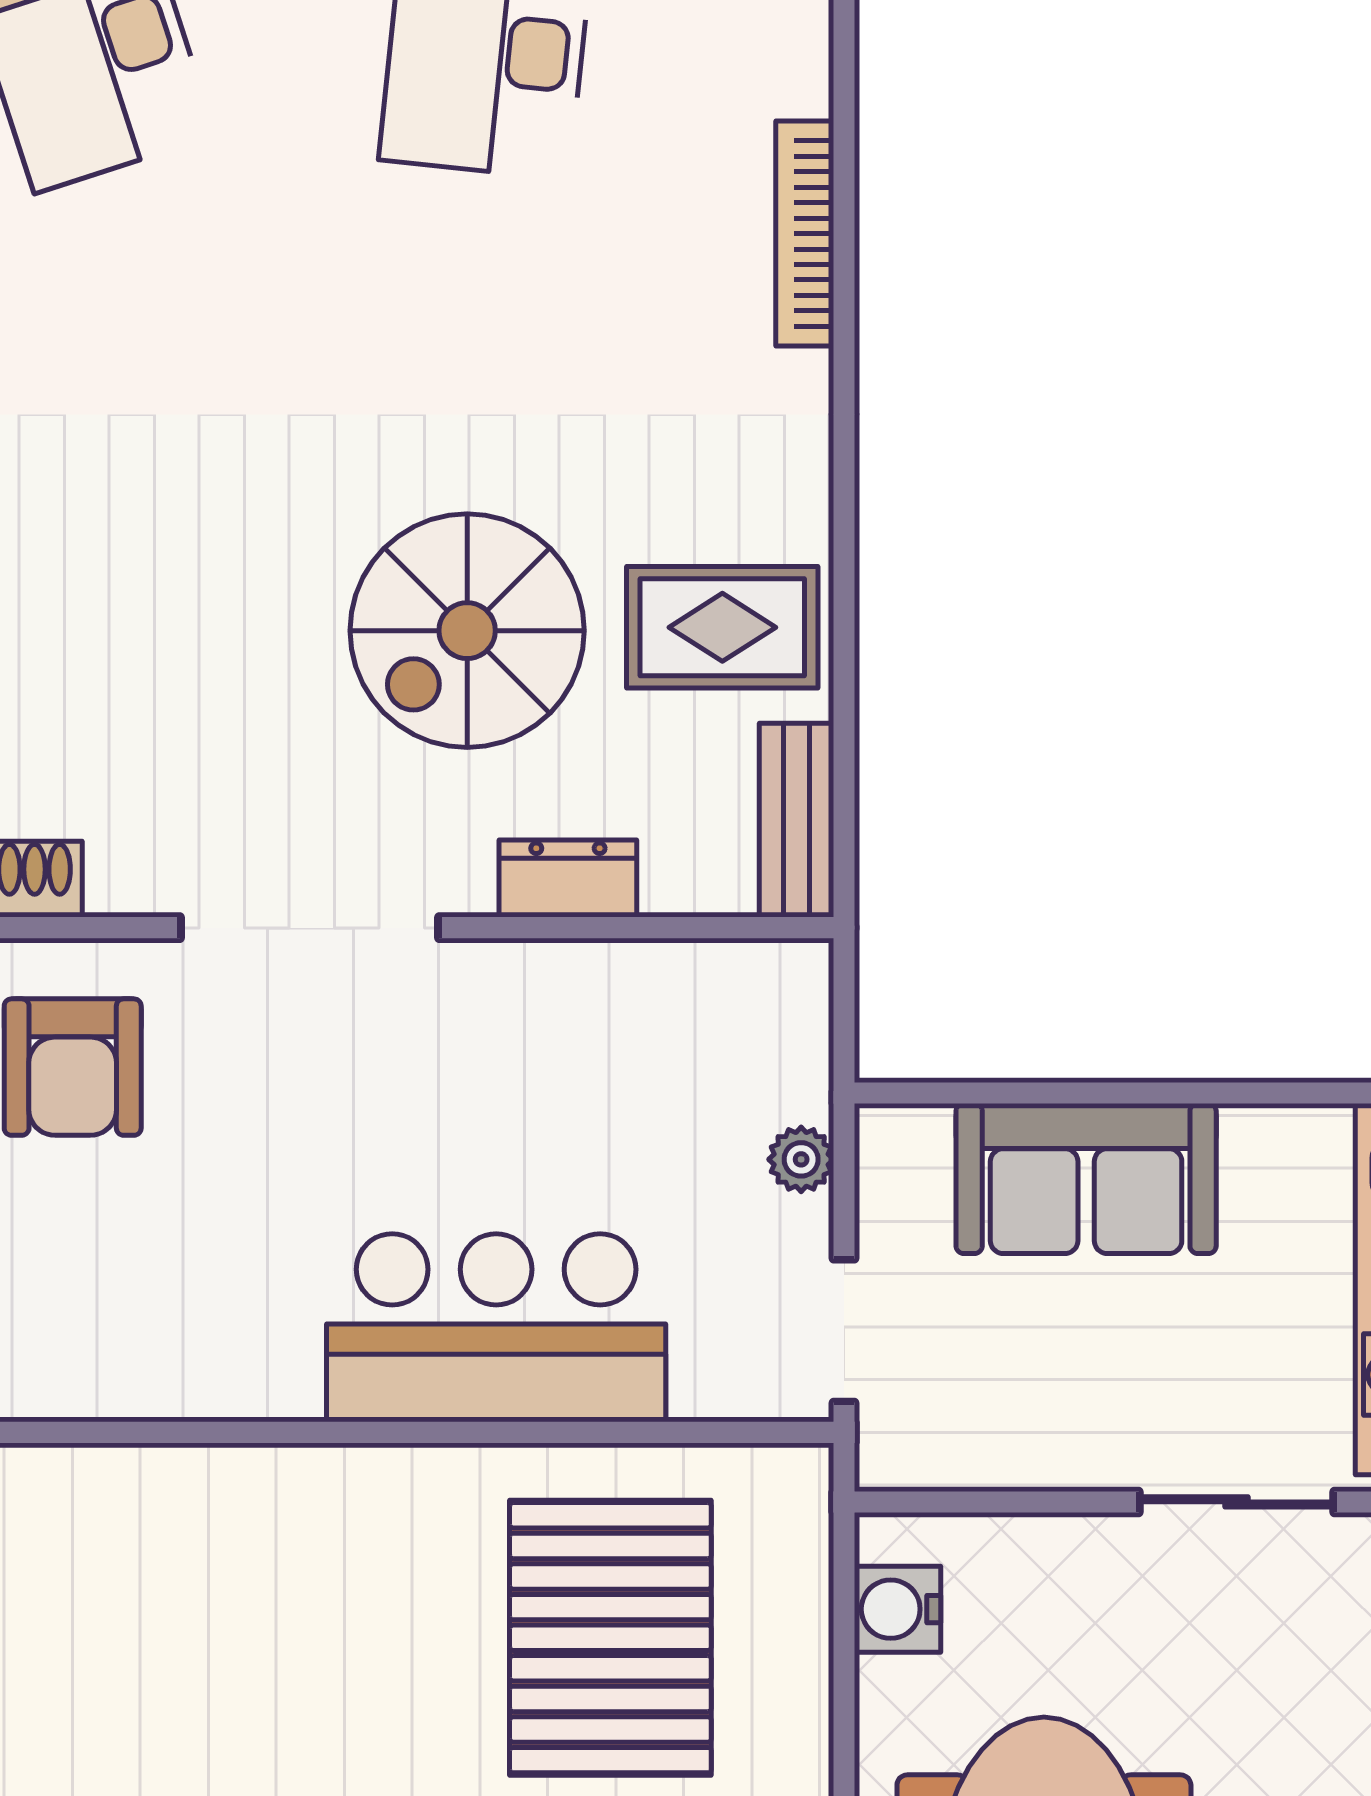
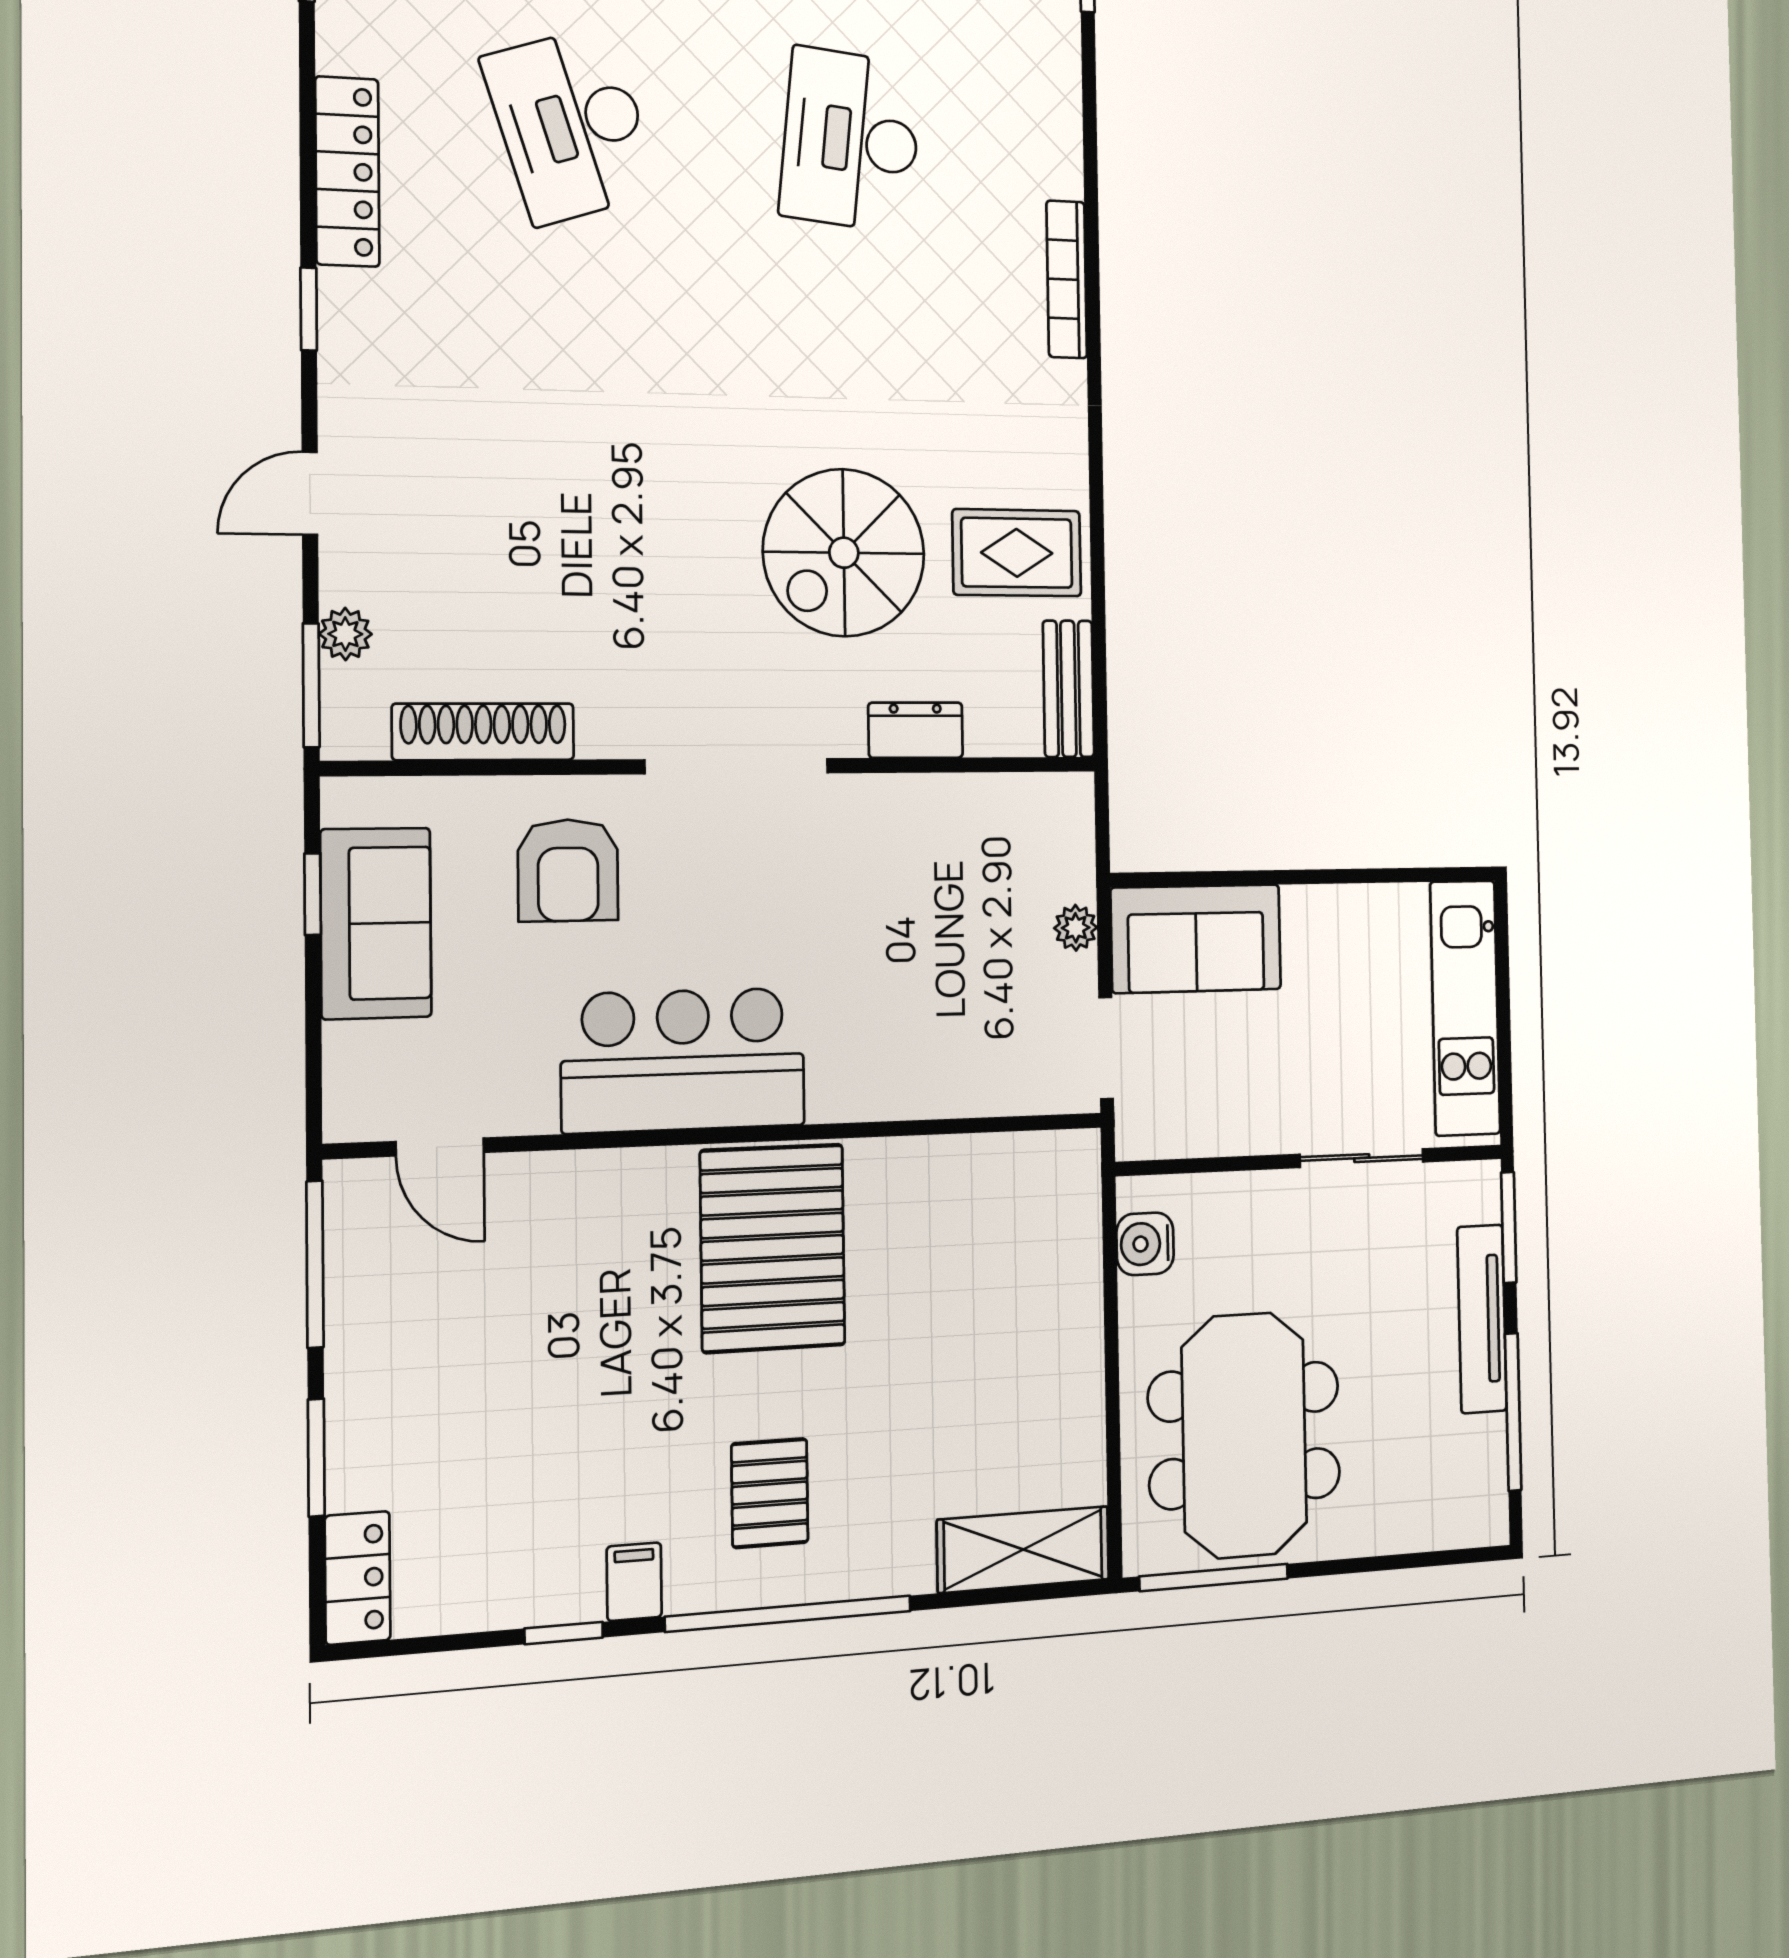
sofa: (1086, 1179) -> (1196, 939), moved
bar counter: (496, 1328) -> (683, 1060), moved
pallet: (610, 1638) -> (773, 1248), moved

